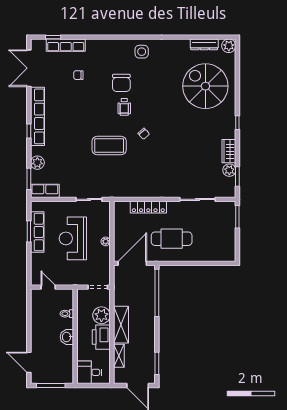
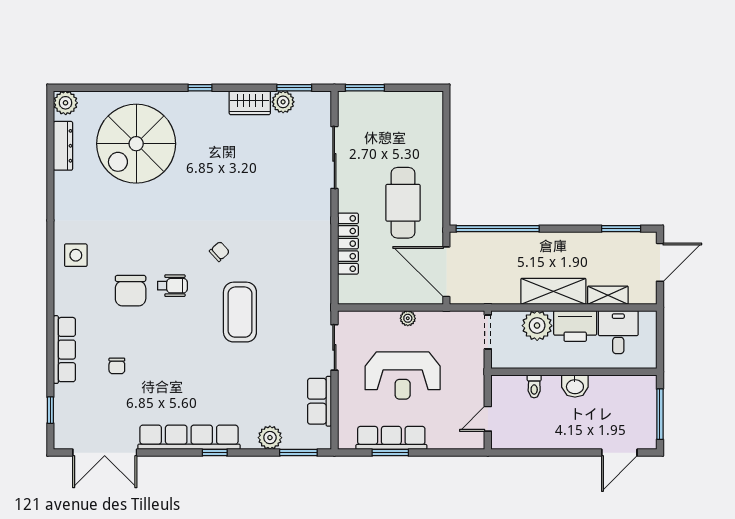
row of seats: (66, 45) -> (64, 350), moved
chair: (121, 83) -> (131, 291), turned 90
row of seats: (45, 191) -> (319, 401), moved
desk: (89, 372) -> (618, 332), moved, turned 180

